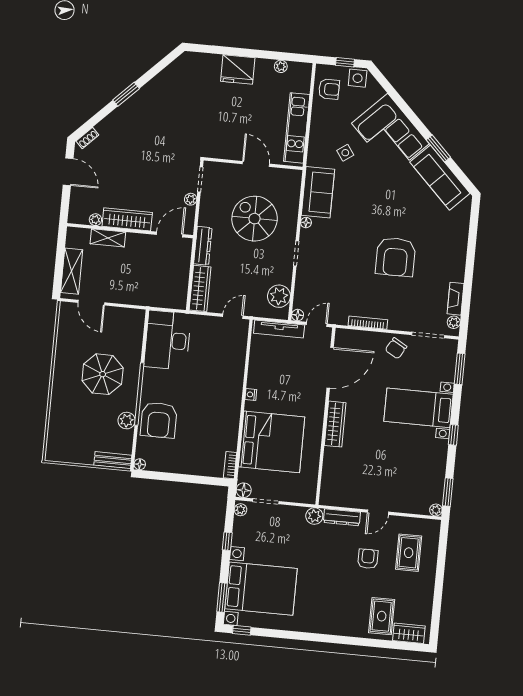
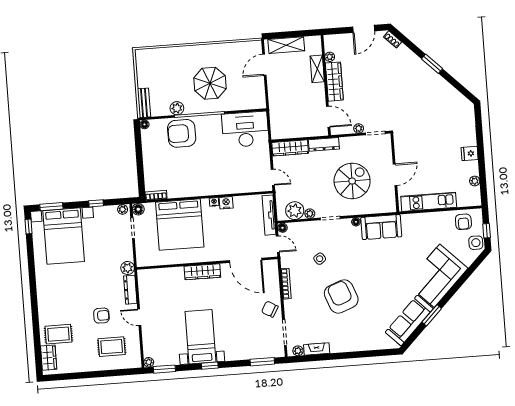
fridge: (238, 69) -> (470, 153), width x0.53, depth x0.75
side table: (345, 153) -> (320, 259), moved
armchair: (396, 257) -> (341, 296), turned 69
plant: (286, 278) -> (310, 214), added
nightstand: (254, 380) -> (226, 203), added
bed with nightstands: (418, 408) -> (200, 337), moved

